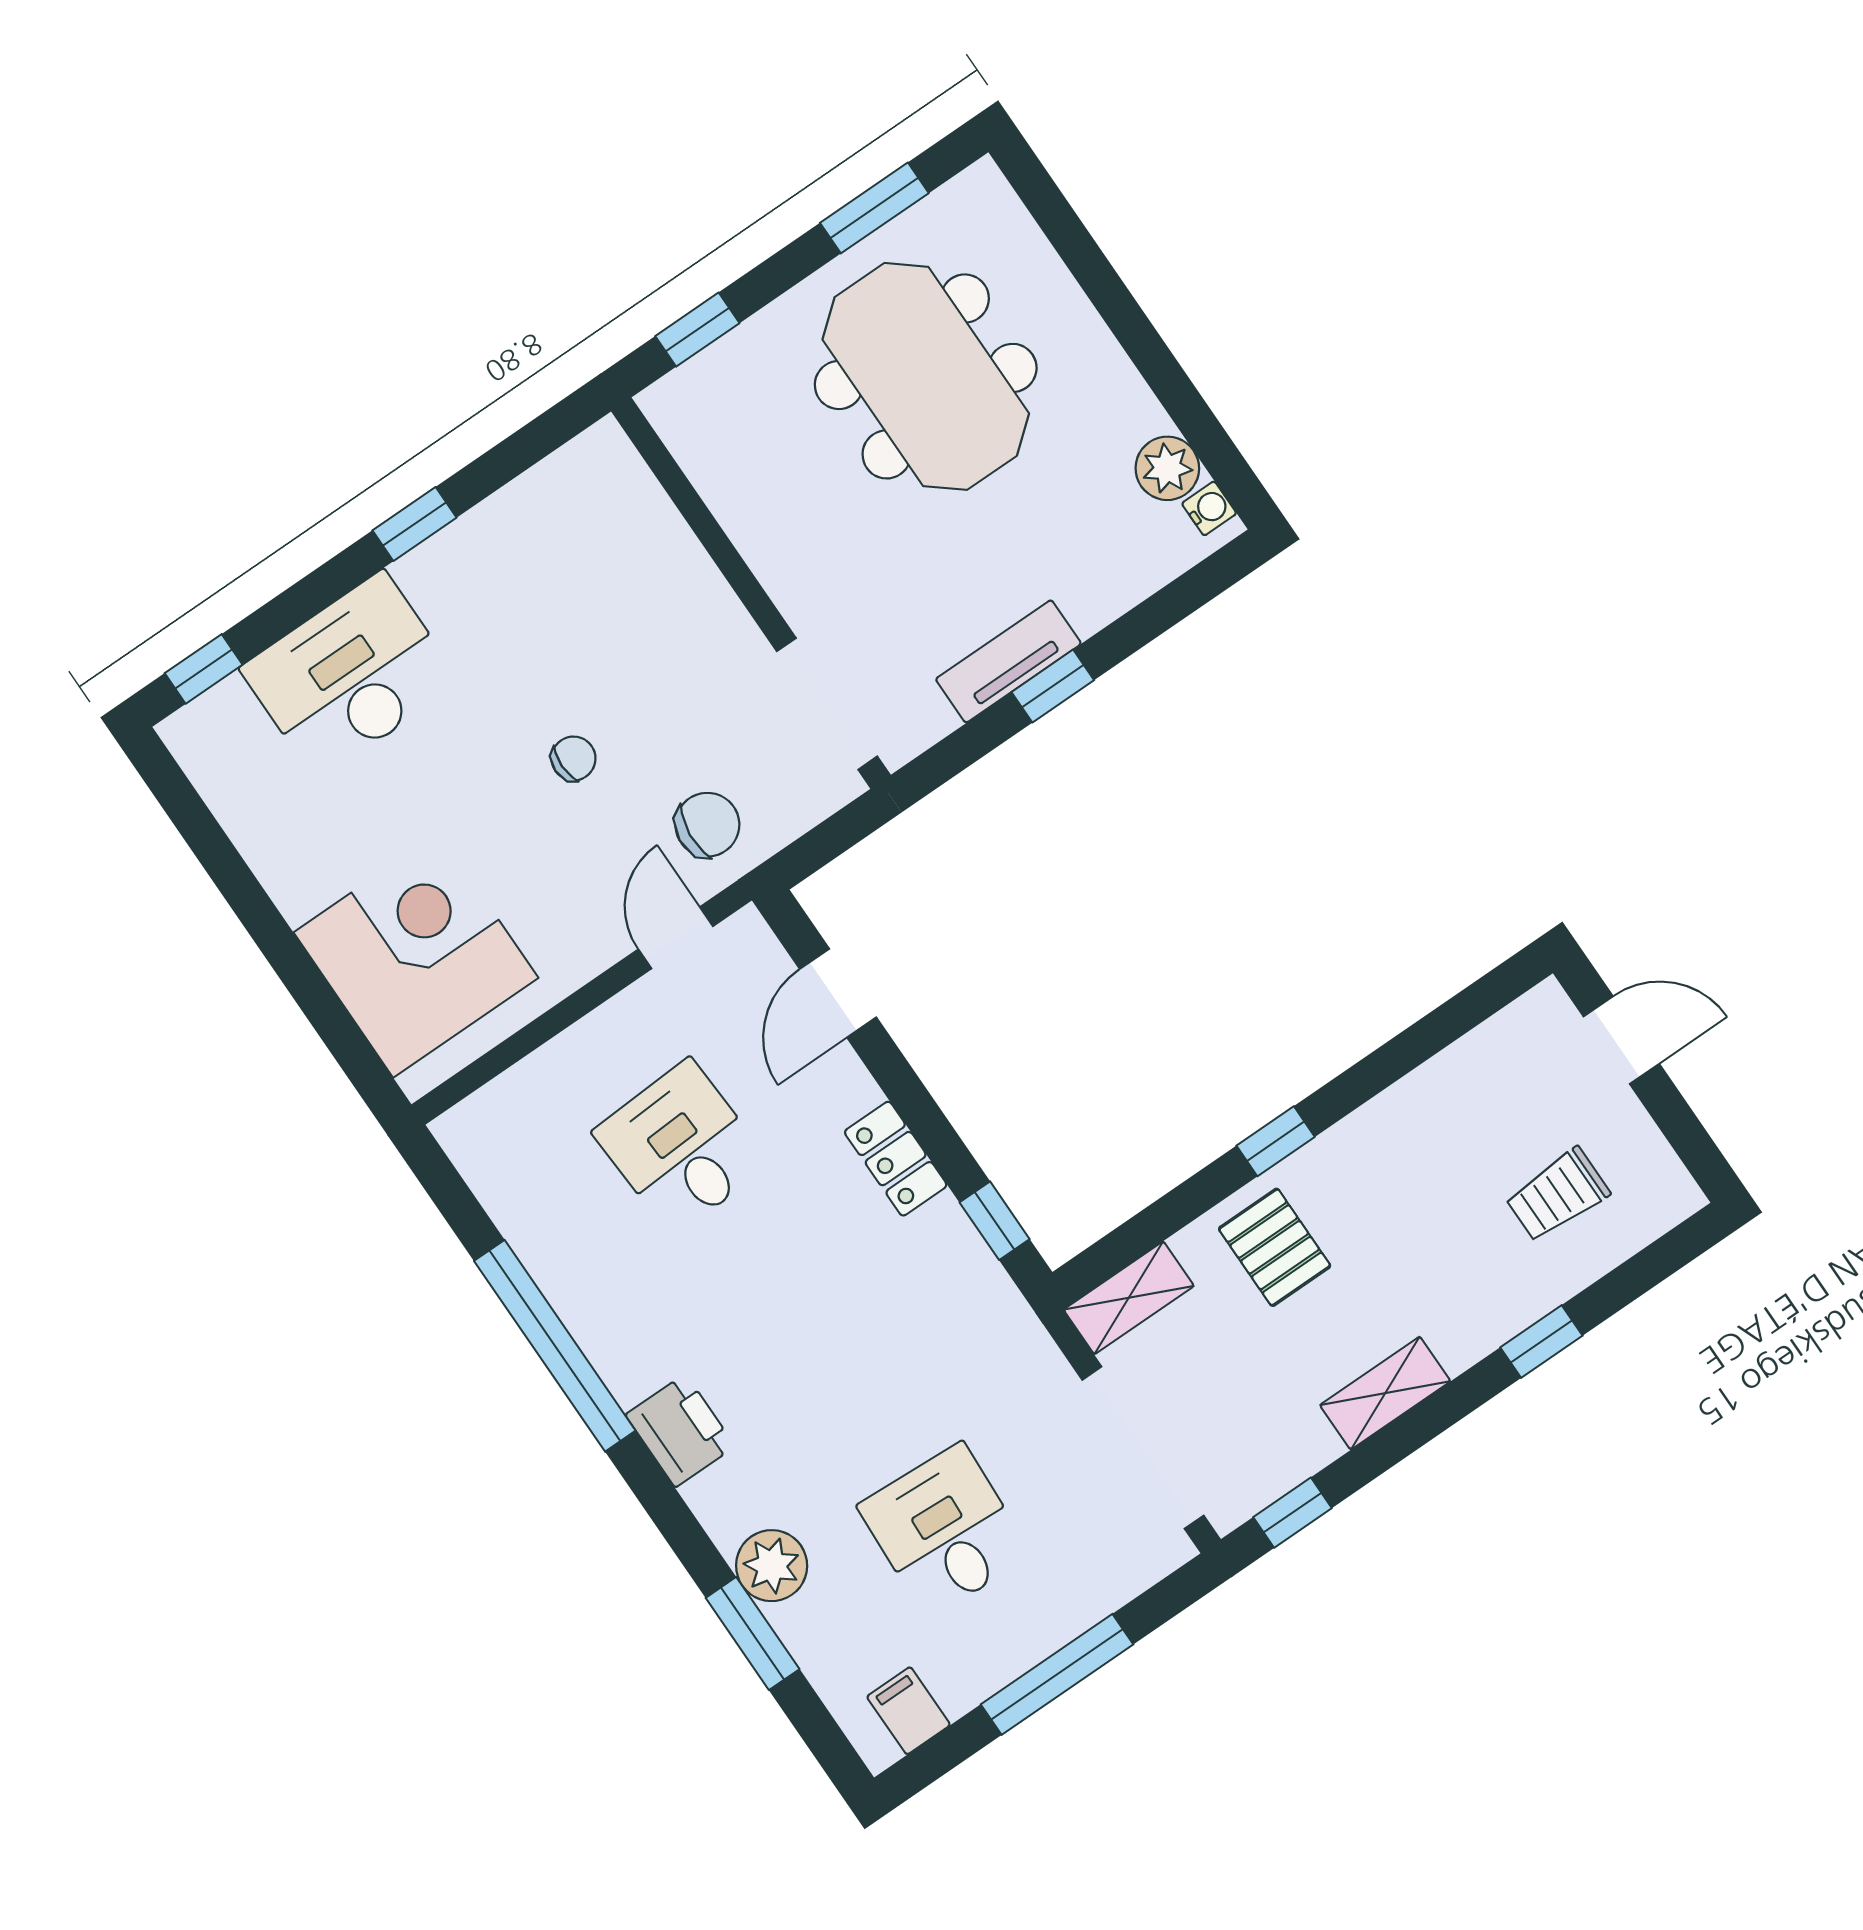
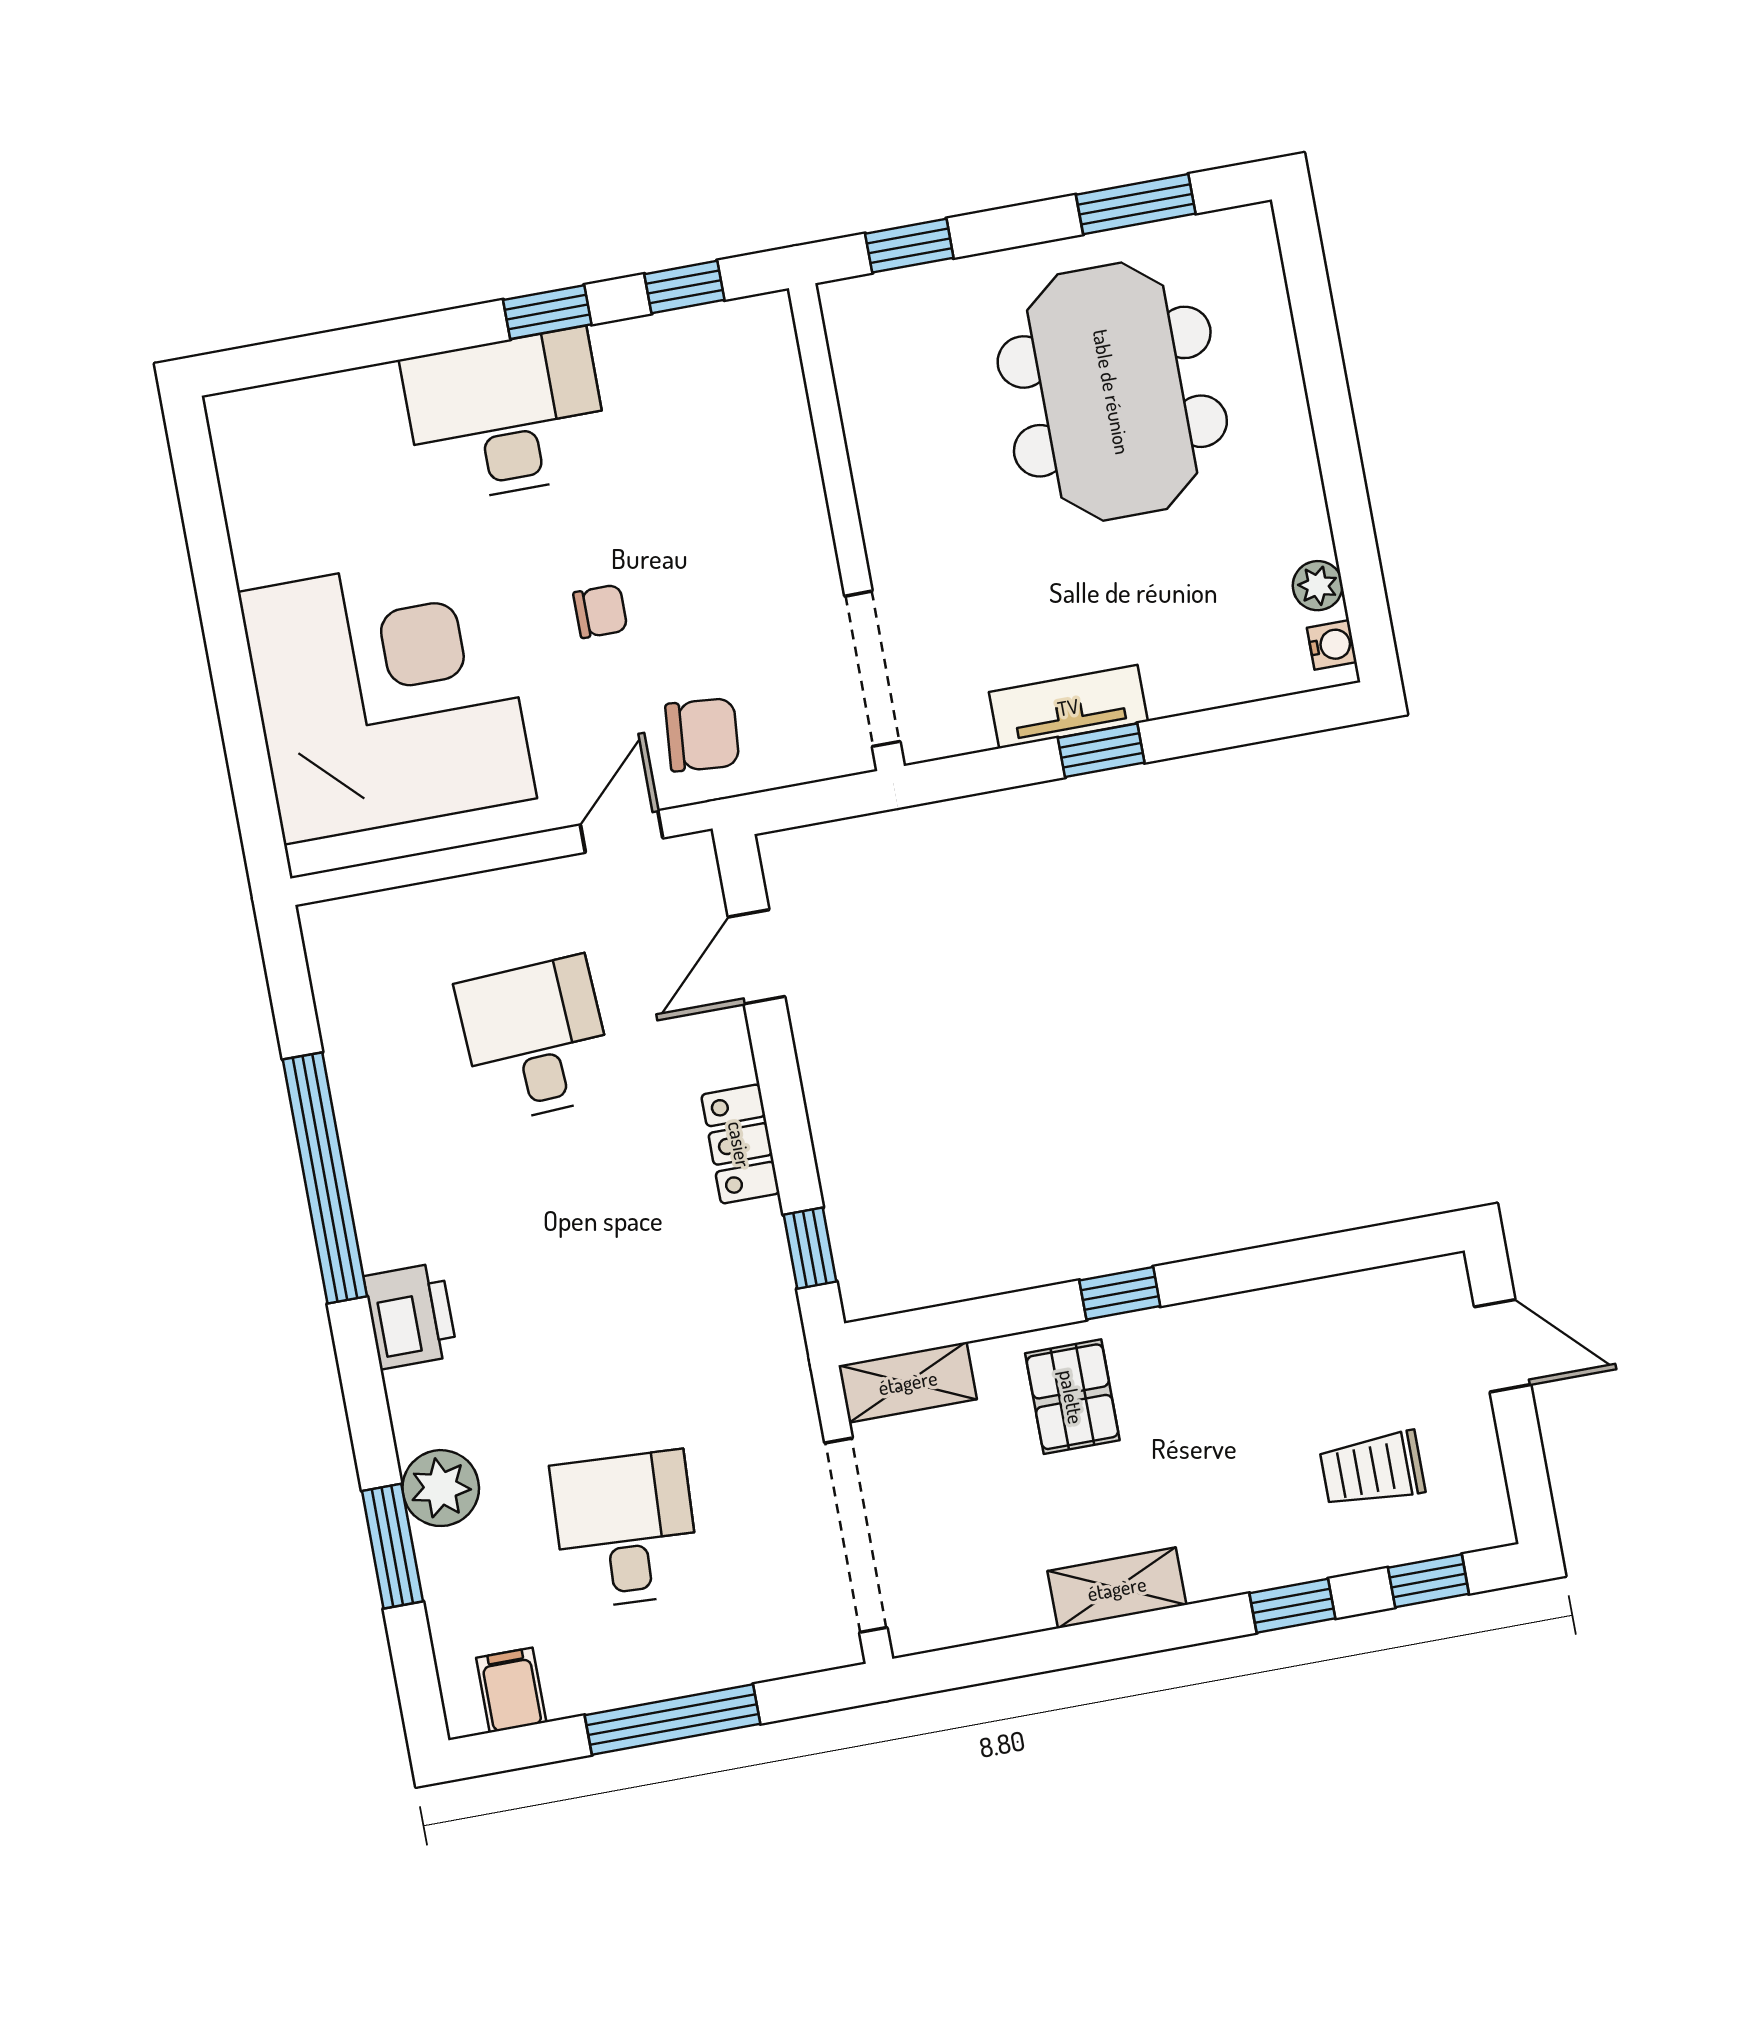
plant: (1167, 468) -> (1318, 586), width x0.73, depth x0.73
window: (204, 669) -> (684, 287), moved
desk: (350, 675) -> (506, 416), moved
corner desk: (416, 955) -> (387, 695), width x1.36, depth x1.36
window: (1292, 1513) -> (1428, 1581), moved

